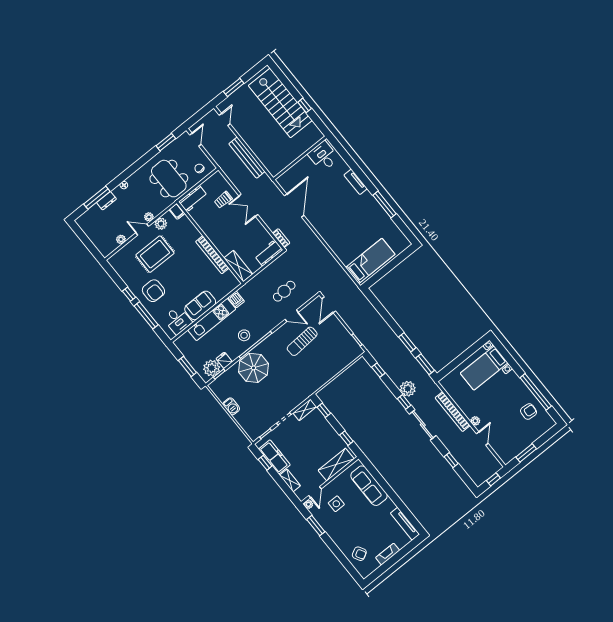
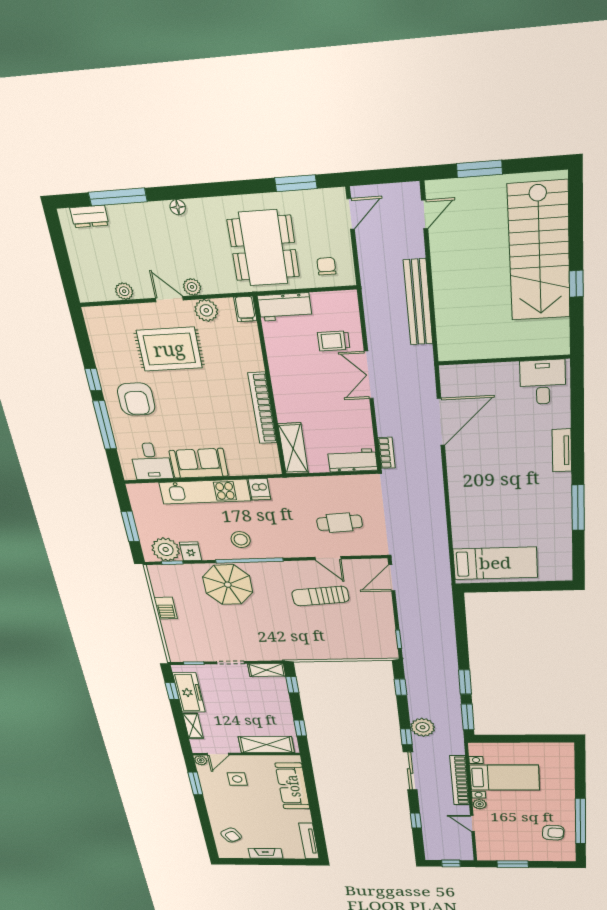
dresser: (106, 201) -> (89, 216), moved
bed with nightstands: (484, 368) -> (505, 778), moved, turned 180
door: (482, 439) -> (472, 824), swing flipped

